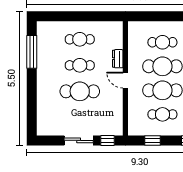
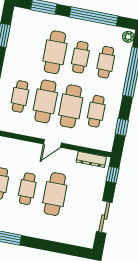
dresser: (118, 59) -> (91, 159), moved, width x1.44
sliding door: (79, 140) -> (104, 217), moved

